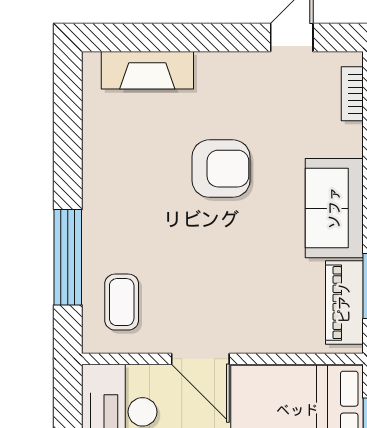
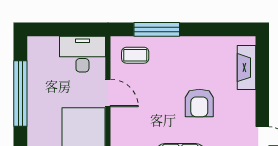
door: (200, 359) -> (108, 93), swing flipped

